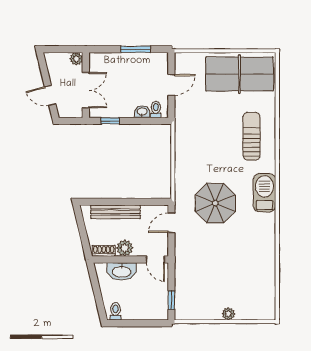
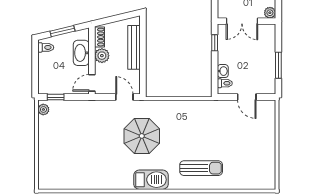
table tennis table: (239, 74) -> (256, 157), removed
window: (97, 292) -> (62, 31), added
plant: (228, 314) -> (43, 109), moved

